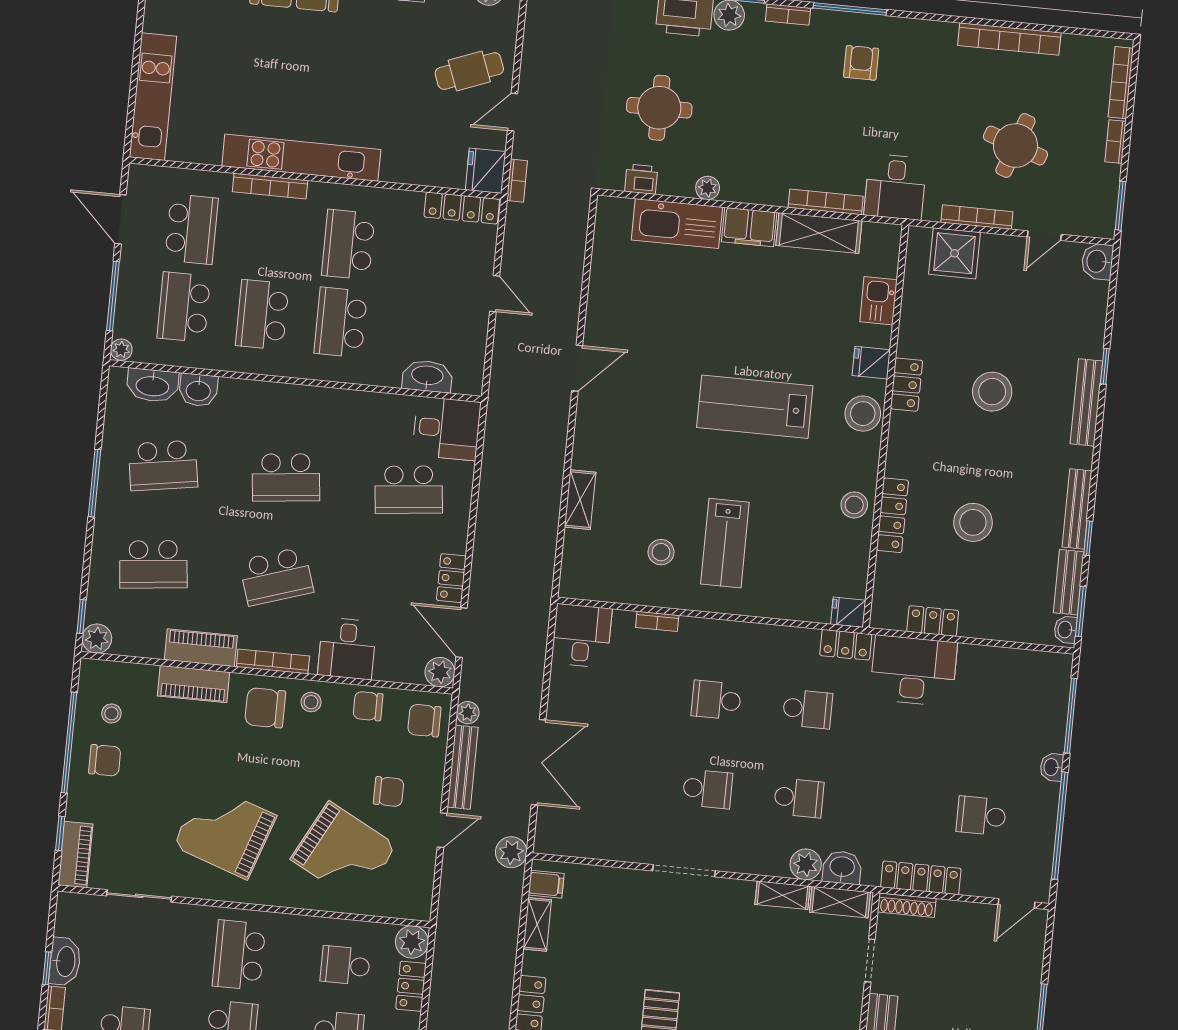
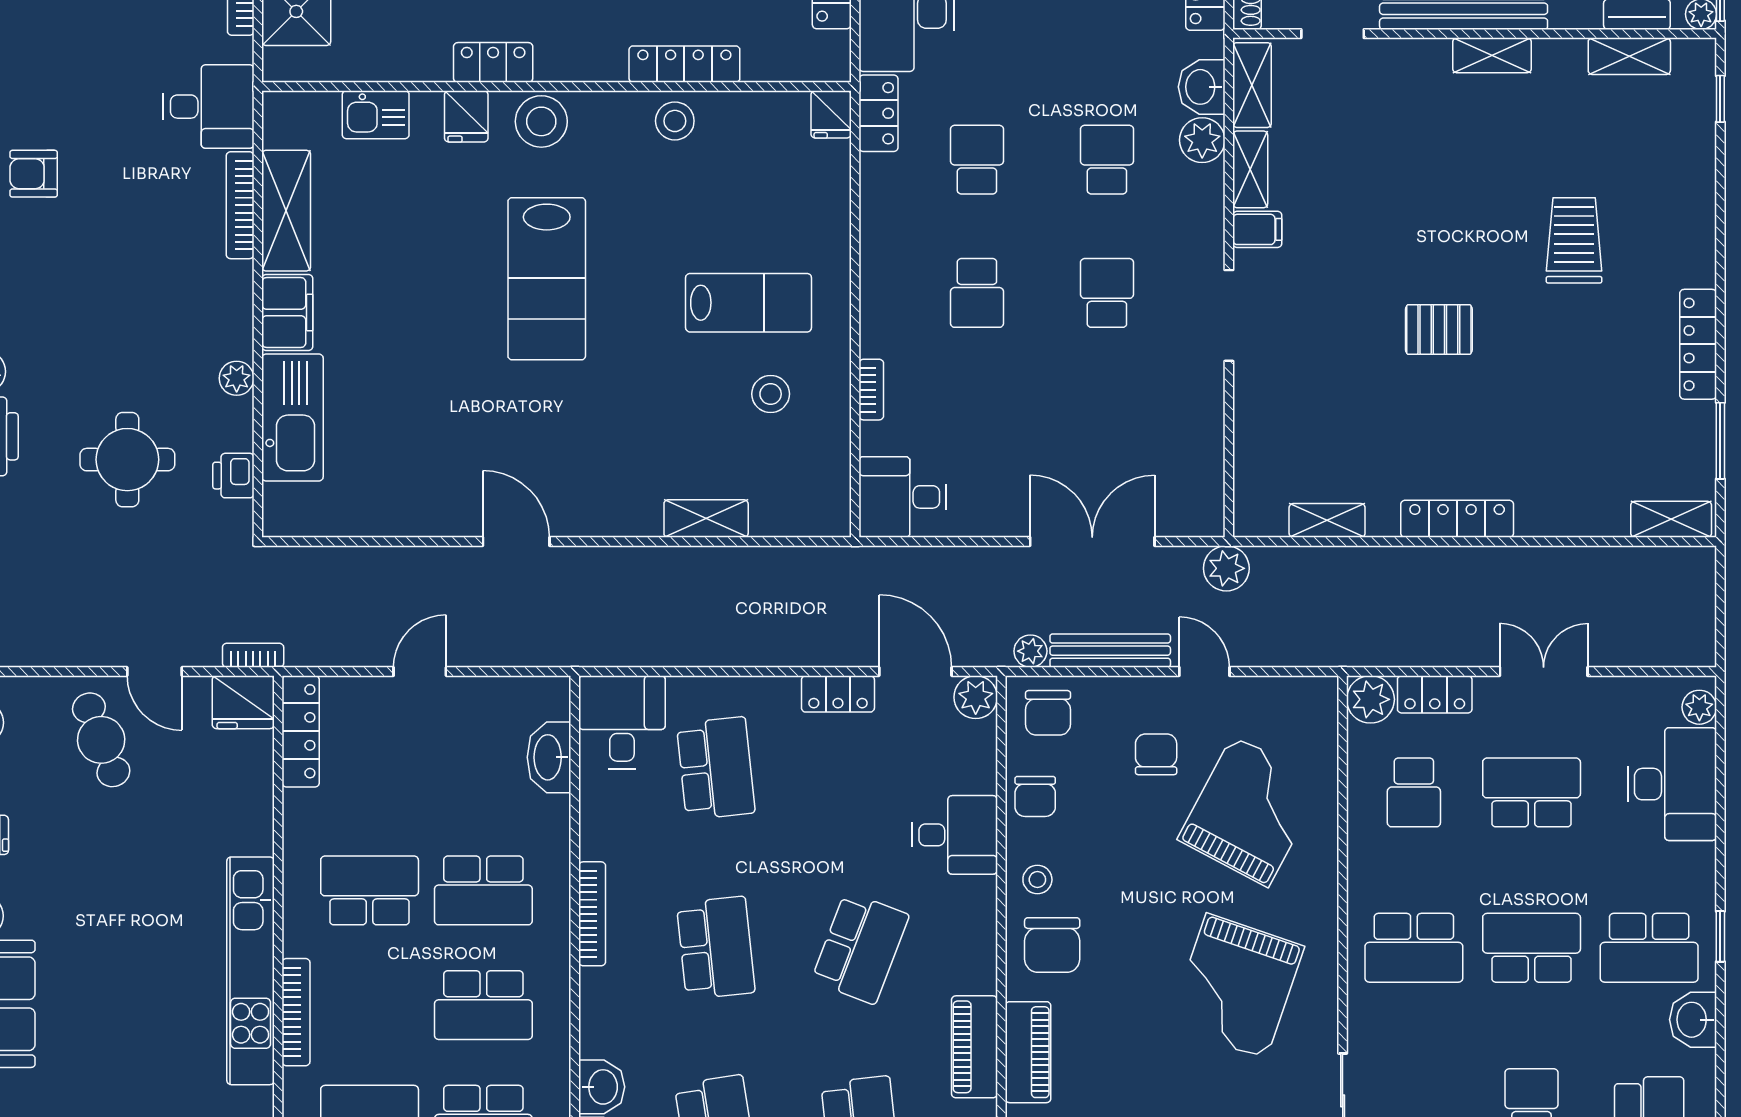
school desk: (348, 245) -> (370, 890), turned 180
school desk: (276, 576) -> (860, 948), turned 39
door: (461, 633) -> (915, 671), swing flipped
bookcase: (273, 661) -> (592, 914), moved, turned 180
filing cabinet: (546, 884) -> (1257, 229), moved, turned 90

